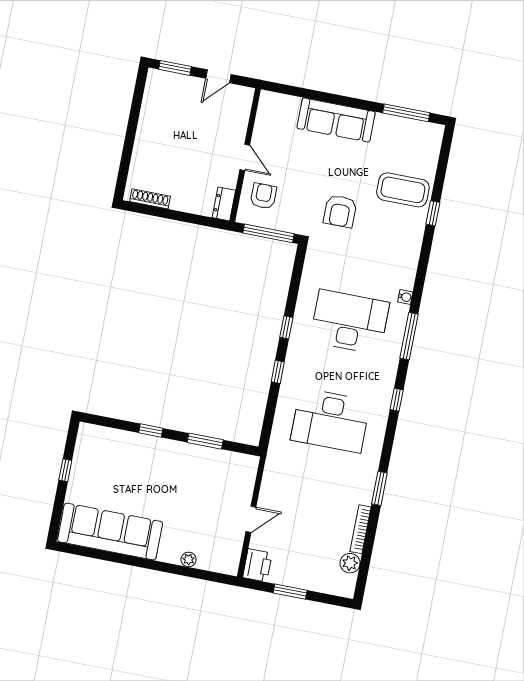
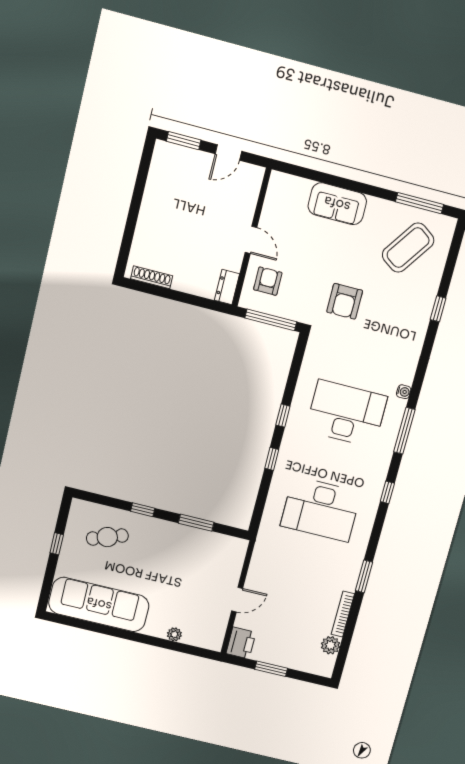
sofa: (336, 120) -> (337, 204), width x0.73
coffee table: (403, 190) -> (408, 248), moved, turned -55
cafe table: (116, 461) -> (107, 537), added

